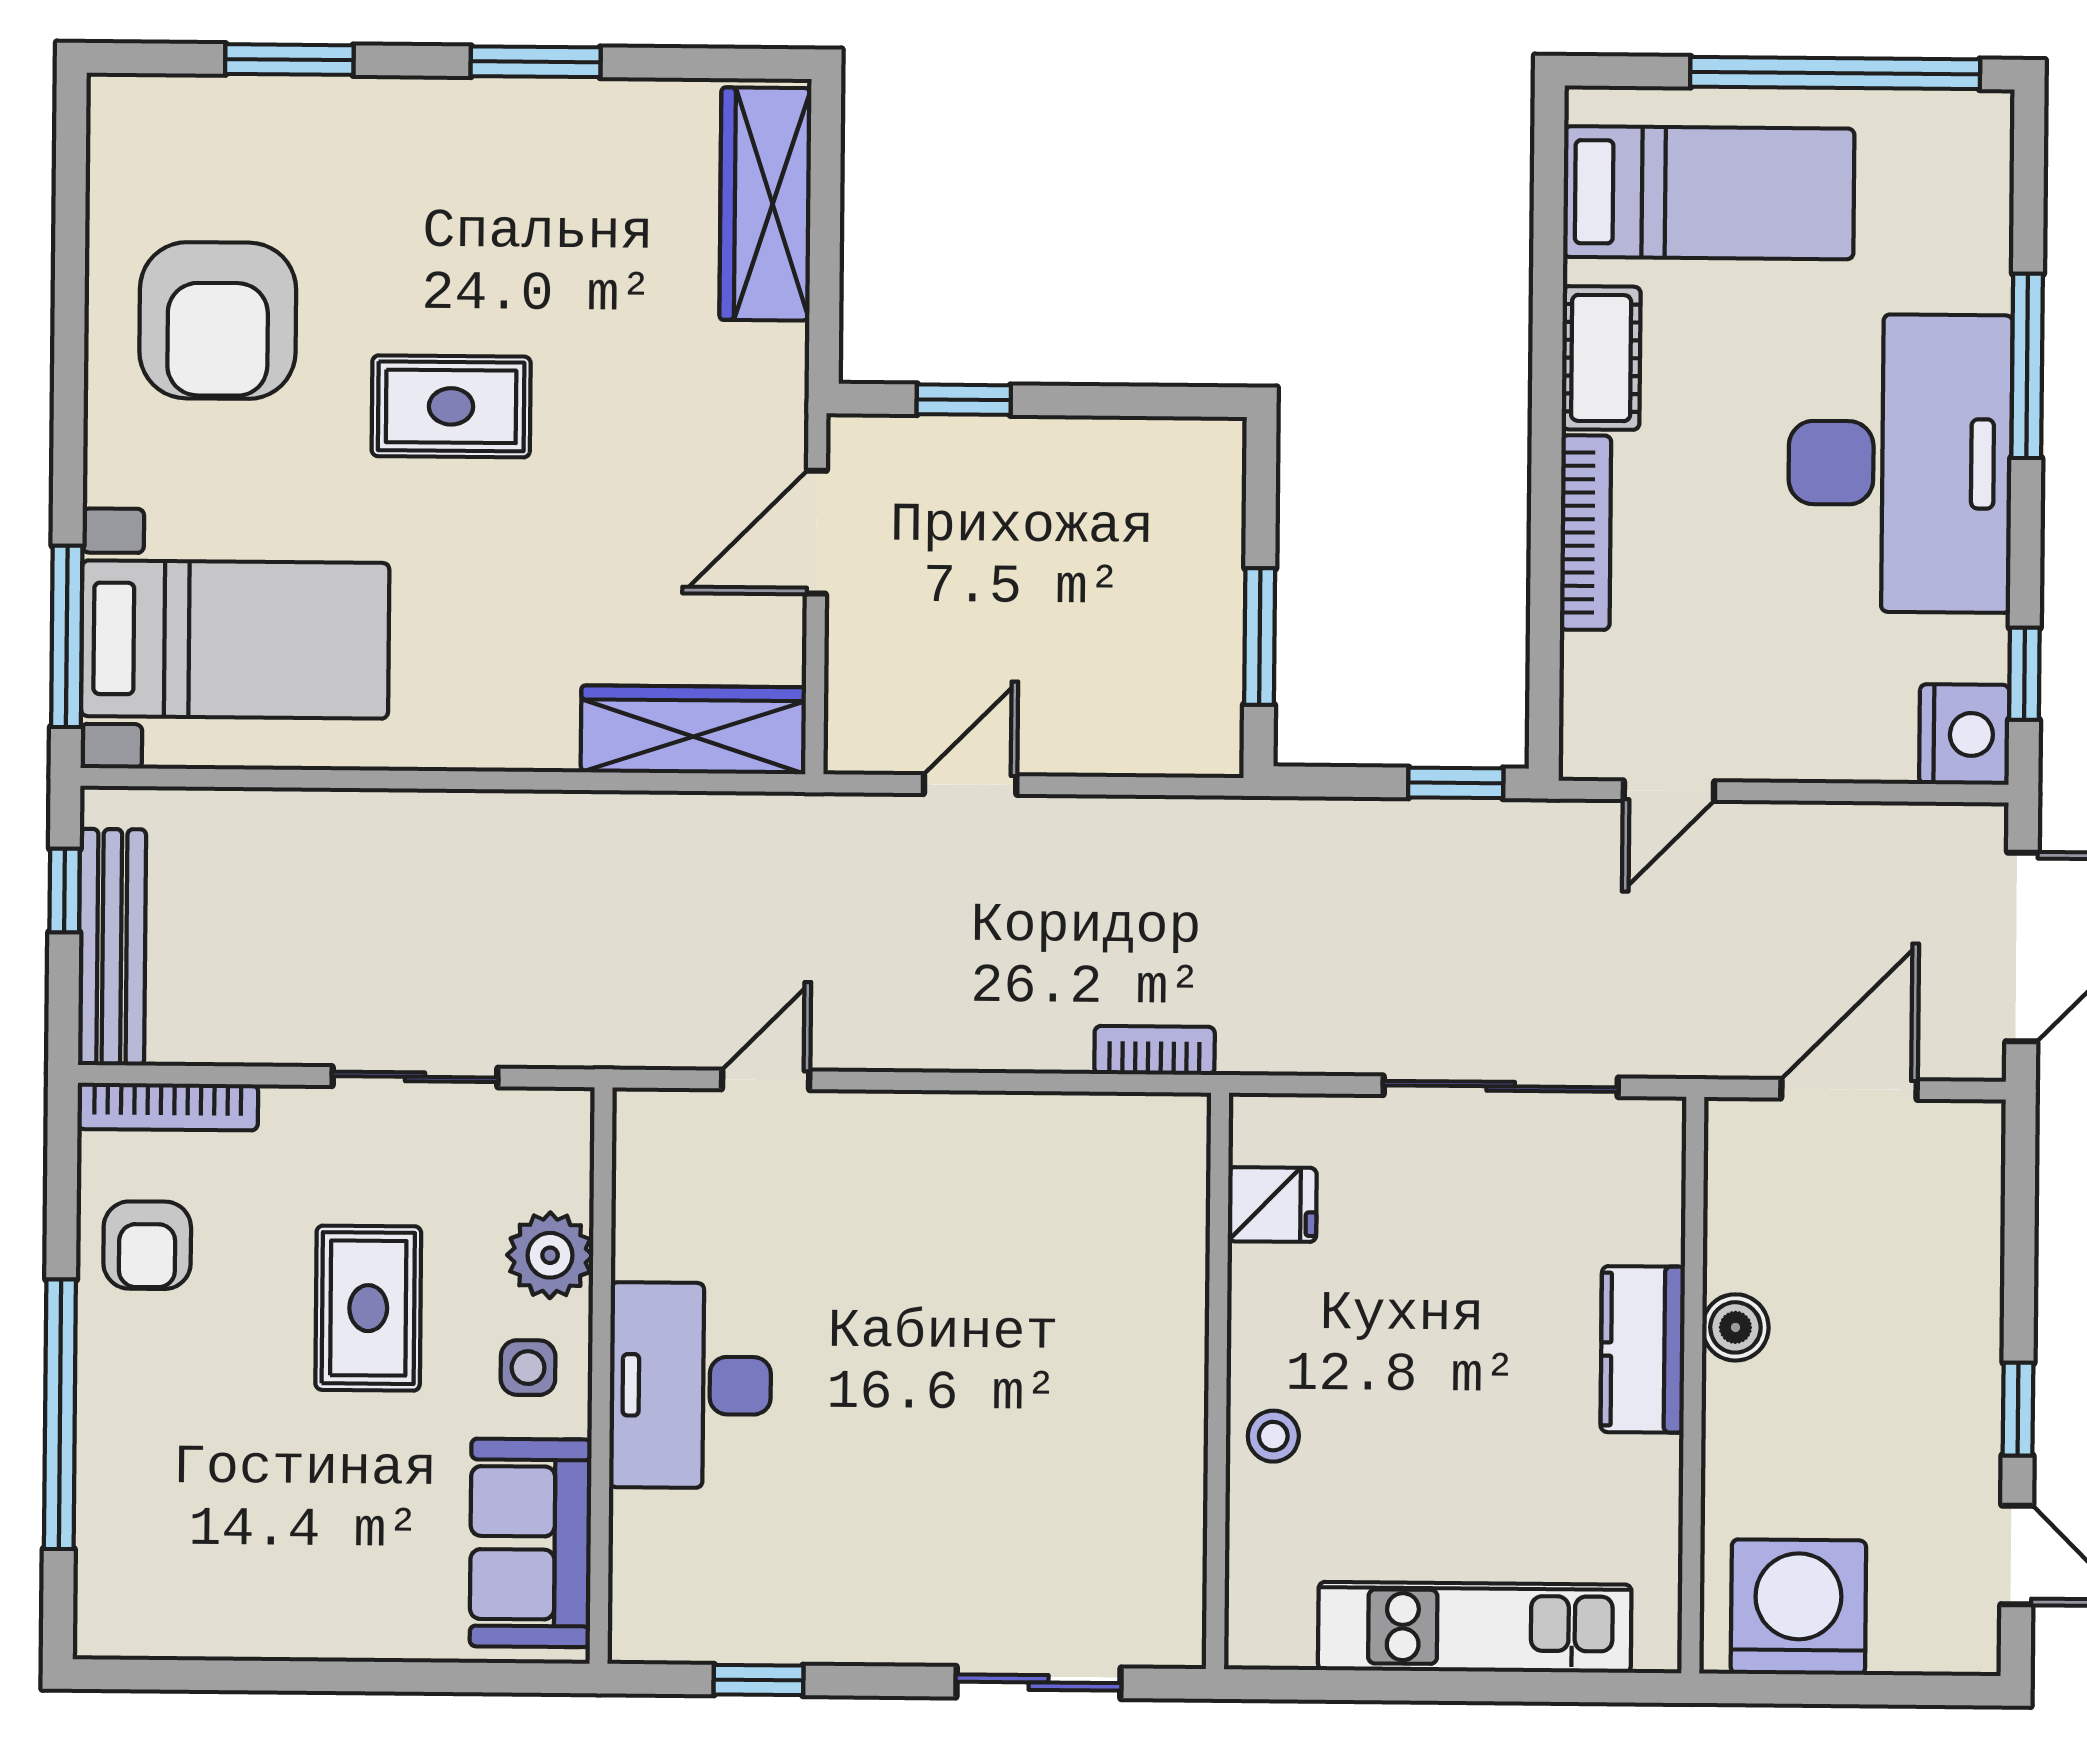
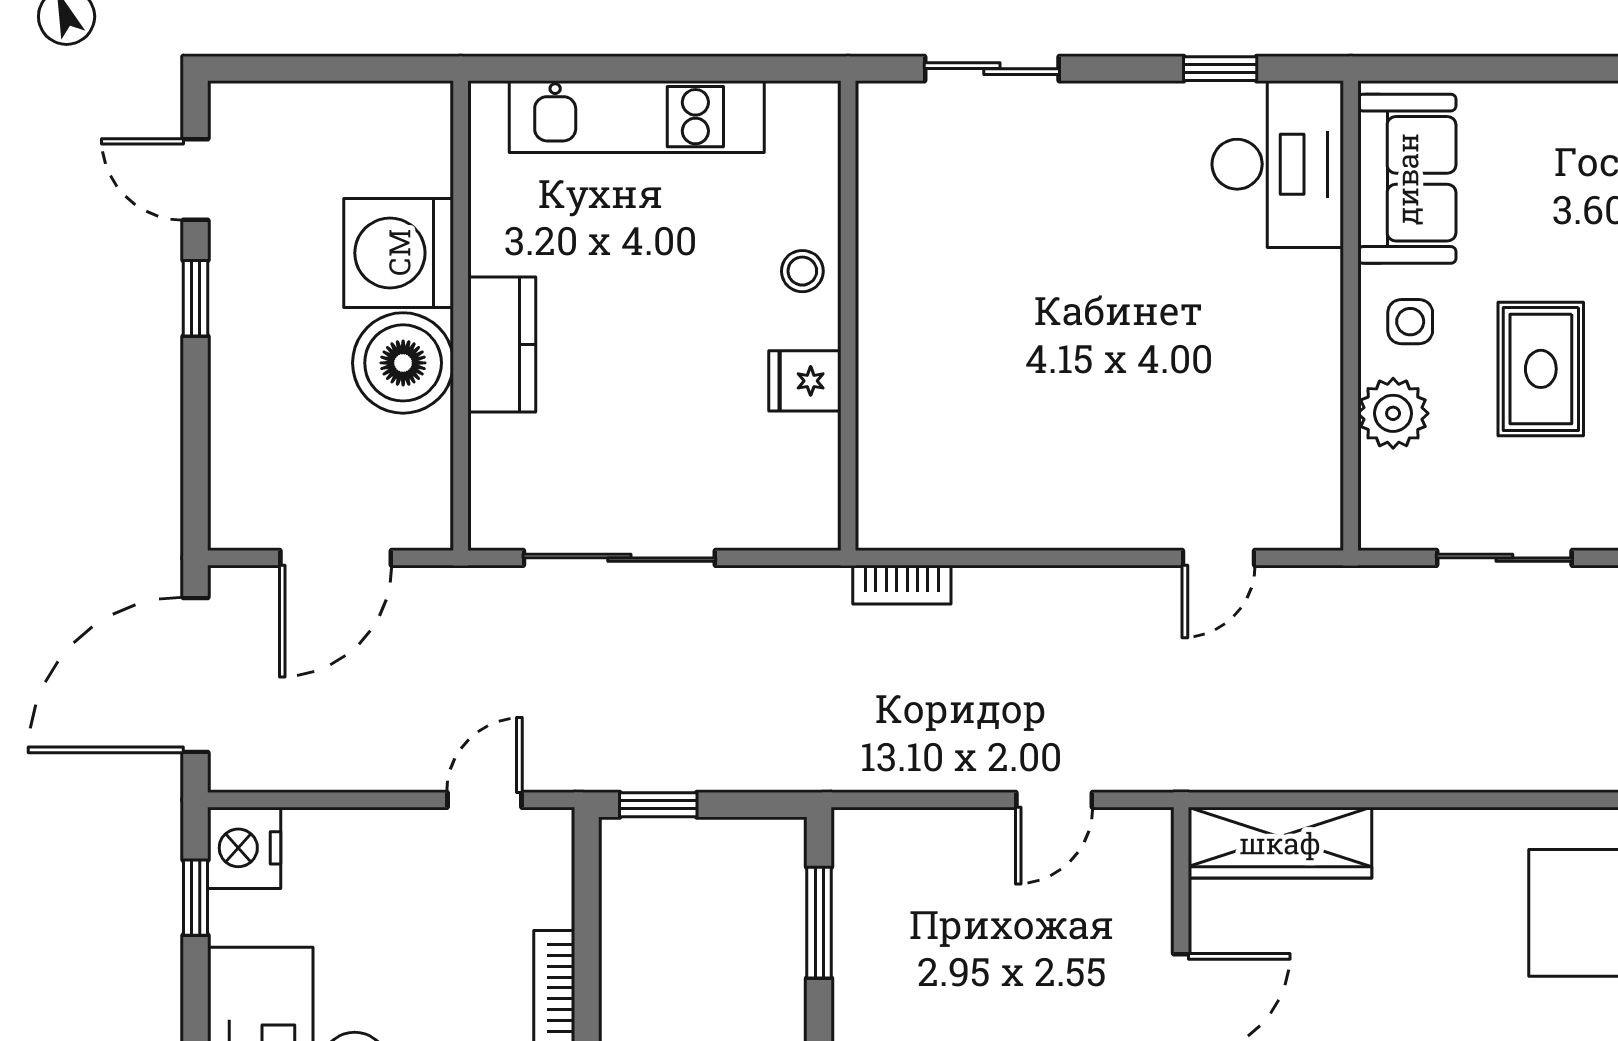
fridge: (1272, 1205) -> (805, 381), moved
boiler: (1735, 1327) -> (403, 363), width x1.86, depth x1.86
desk: (690, 1385) -> (1278, 164), moved
washing machine: (1798, 1607) -> (399, 253), moved, turned 90

